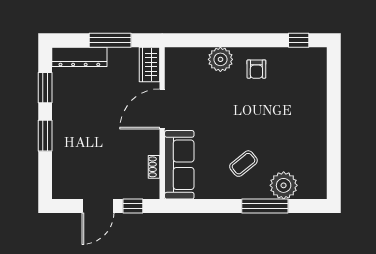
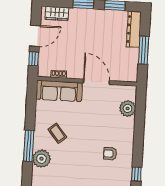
plant: (220, 59) -> (128, 108), moved
wardrobe: (150, 64) -> (57, 13), moved, turned 180
armchair: (256, 69) -> (110, 154), moved
door: (98, 206) -> (35, 36), swing flipped

